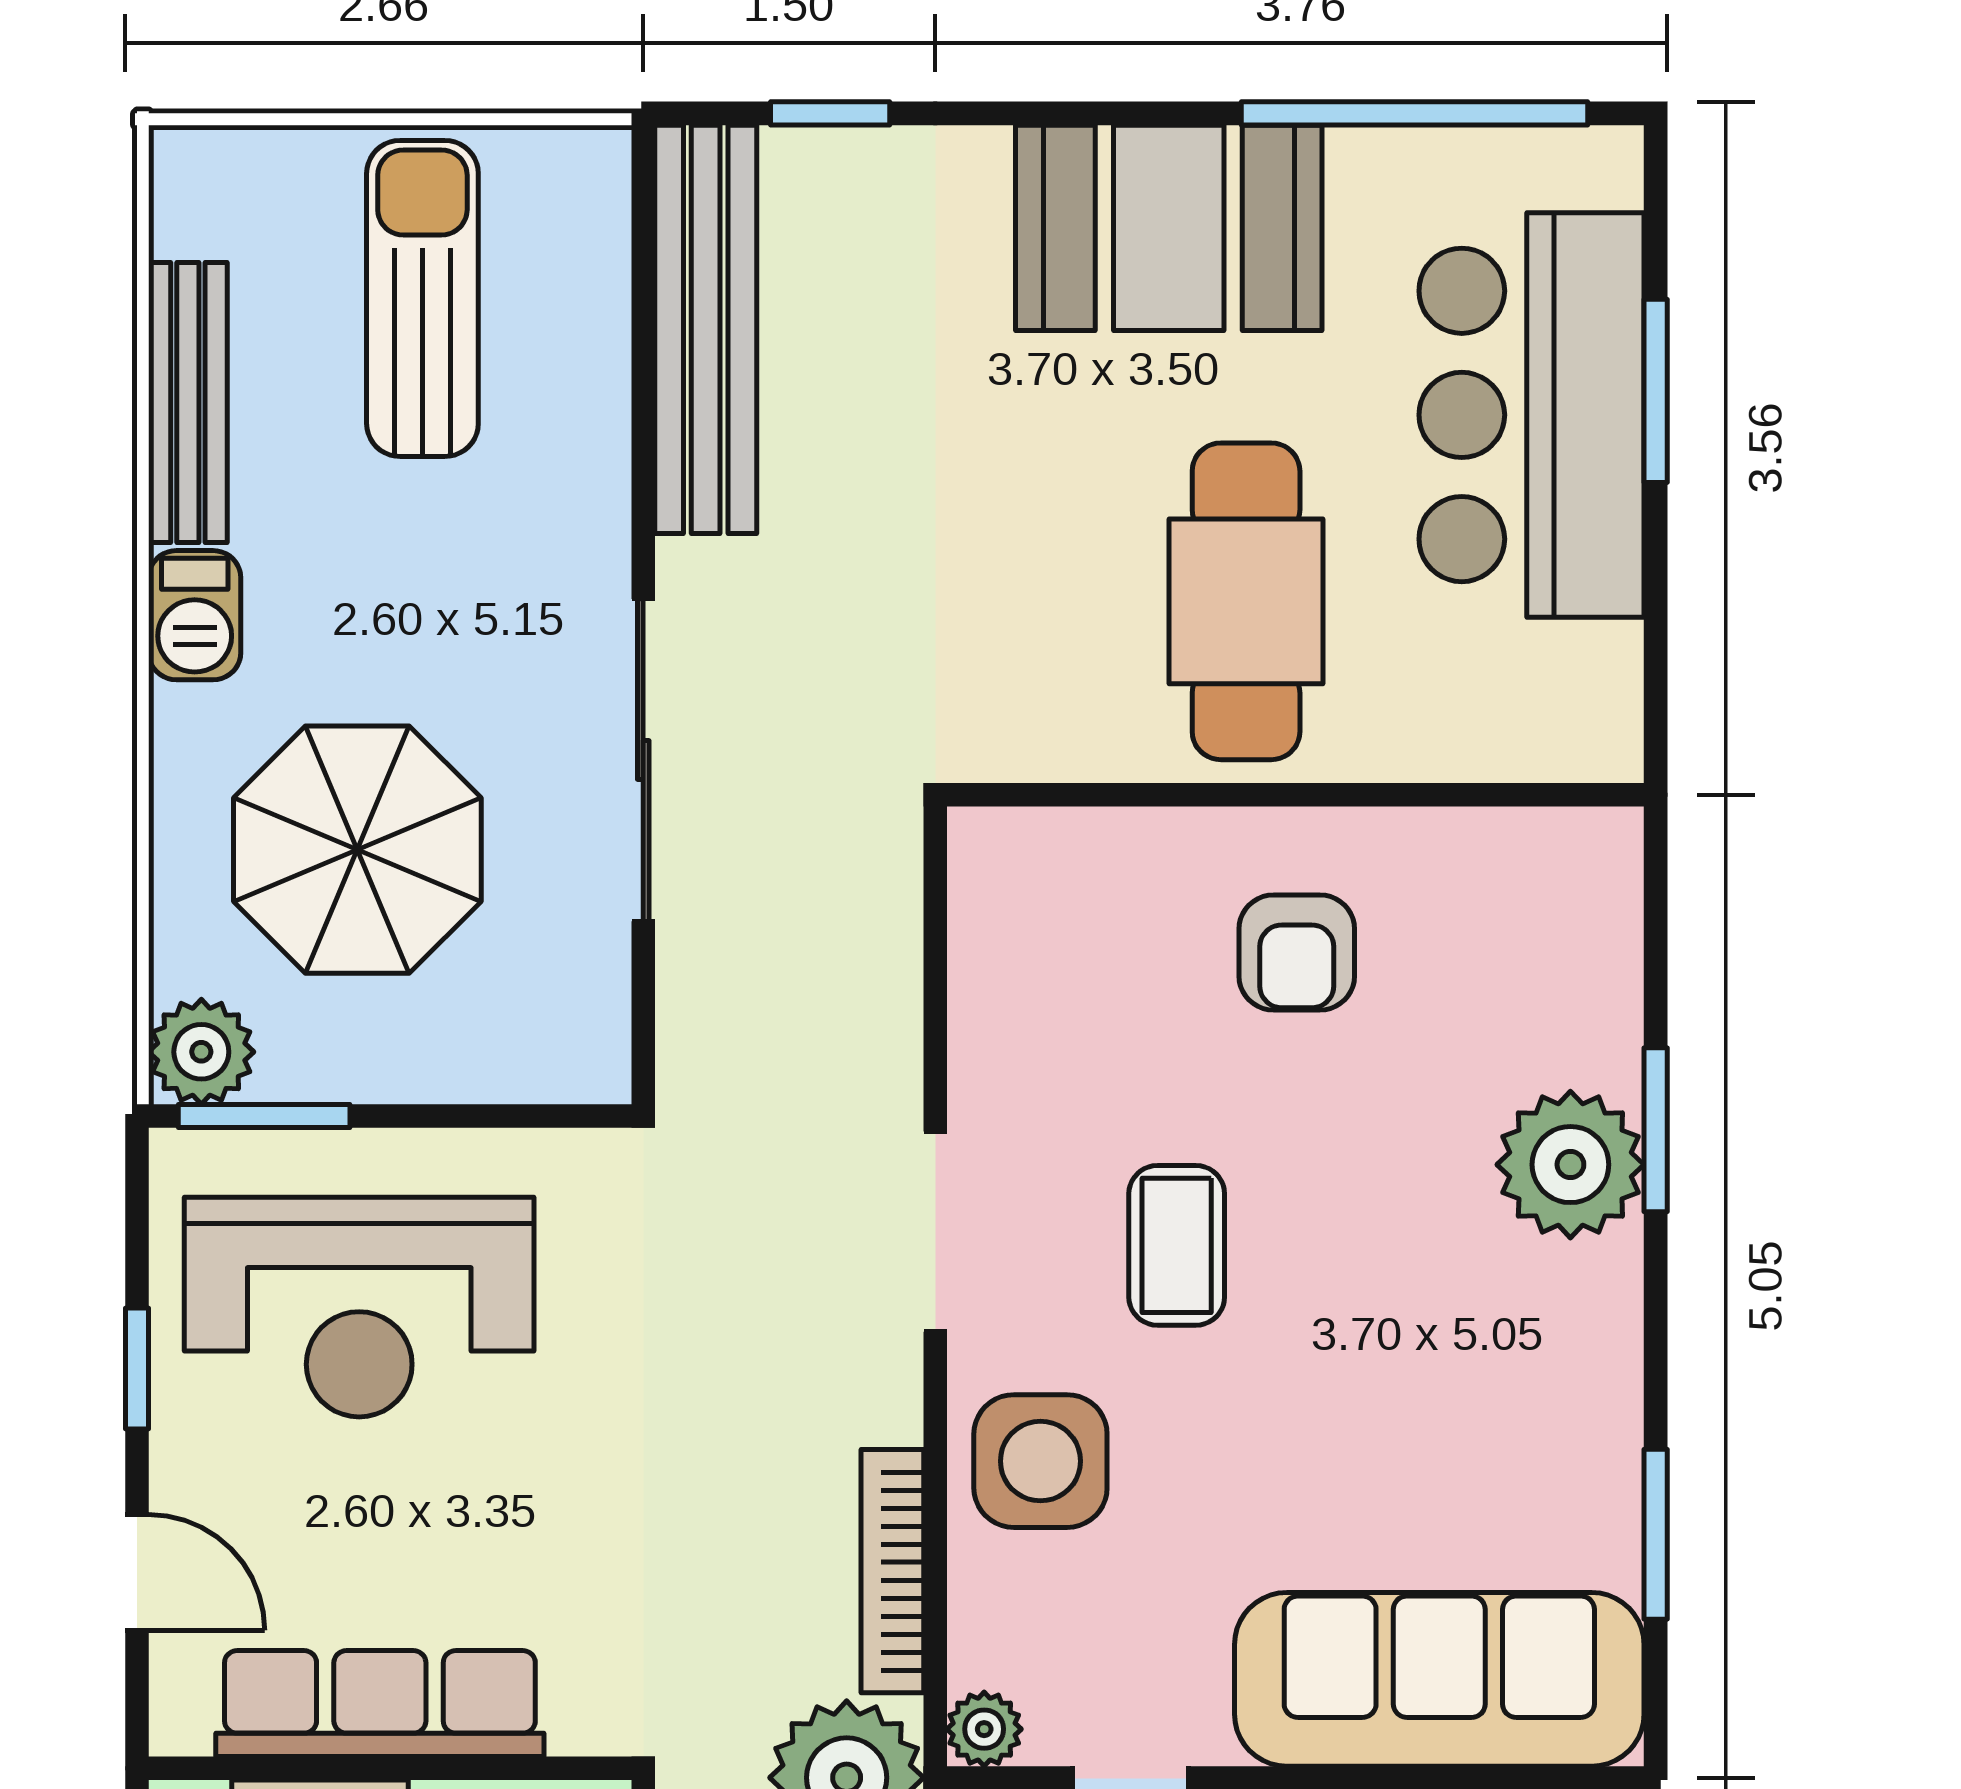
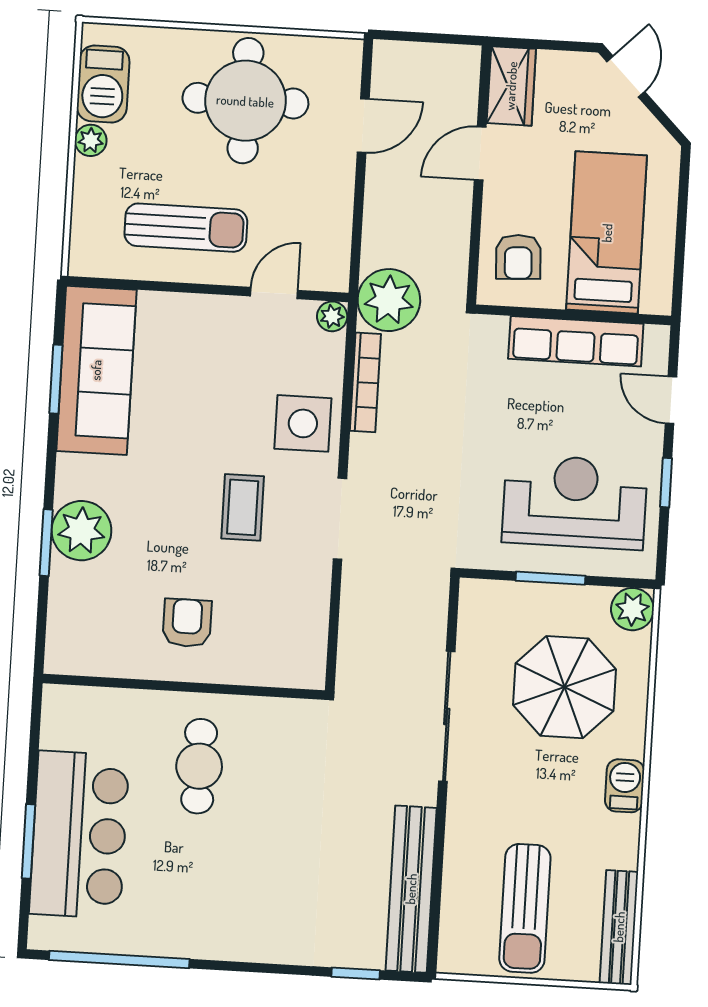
booth: (1169, 228) -> (221, 919), removed
bench: (188, 402) -> (619, 927), moved
cafe table: (1246, 601) -> (199, 766), width x0.73, depth x0.74
window: (264, 1116) -> (551, 578), moved
sofa: (1439, 1679) -> (96, 370), moved, turned -90

